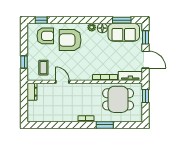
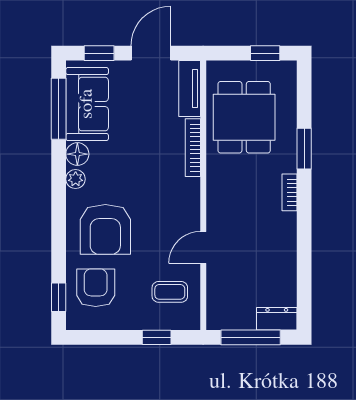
window: (122, 20) -> (59, 109), width x1.44
dresser: (32, 92) -> (277, 319), moved
window: (145, 96) -> (265, 53), moved
window: (24, 102) -> (251, 337), added

